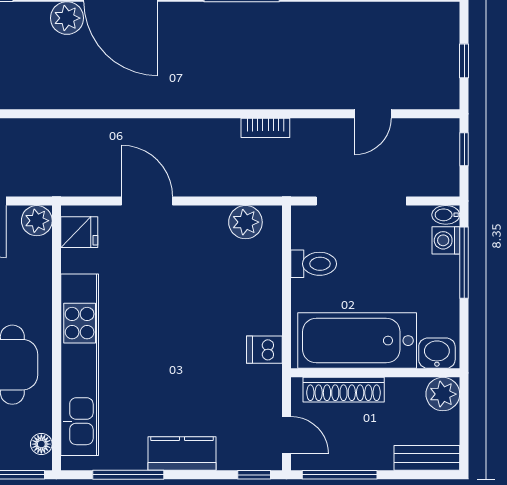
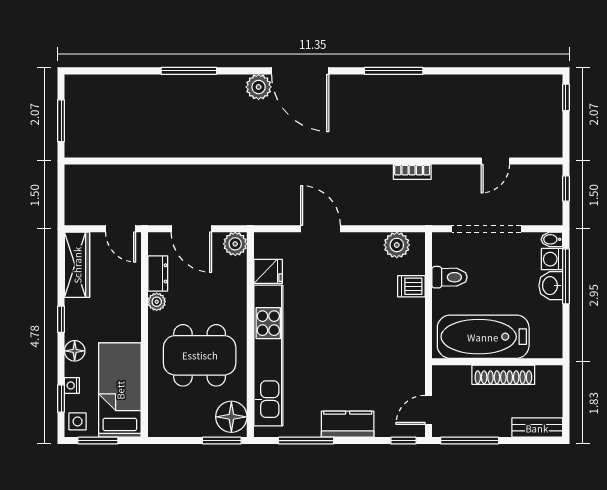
window: (464, 61) -> (566, 97), moved
fridge: (79, 232) -> (268, 271), moved
dishwasher: (264, 350) -> (411, 286), moved
washbasin: (437, 353) -> (551, 286), moved, turned -90
shoe rack: (344, 390) -> (503, 375), moved
plant: (443, 394) -> (550, 378), removed
door: (286, 435) -> (428, 410), swing flipped
floor lamp: (41, 444) -> (231, 417), width x1.89, depth x1.89

